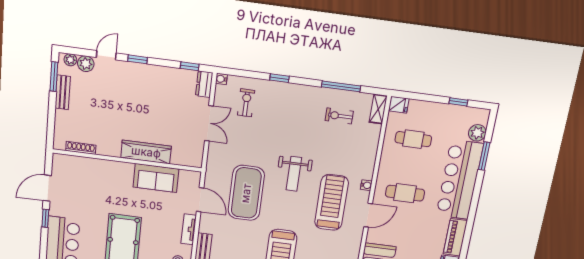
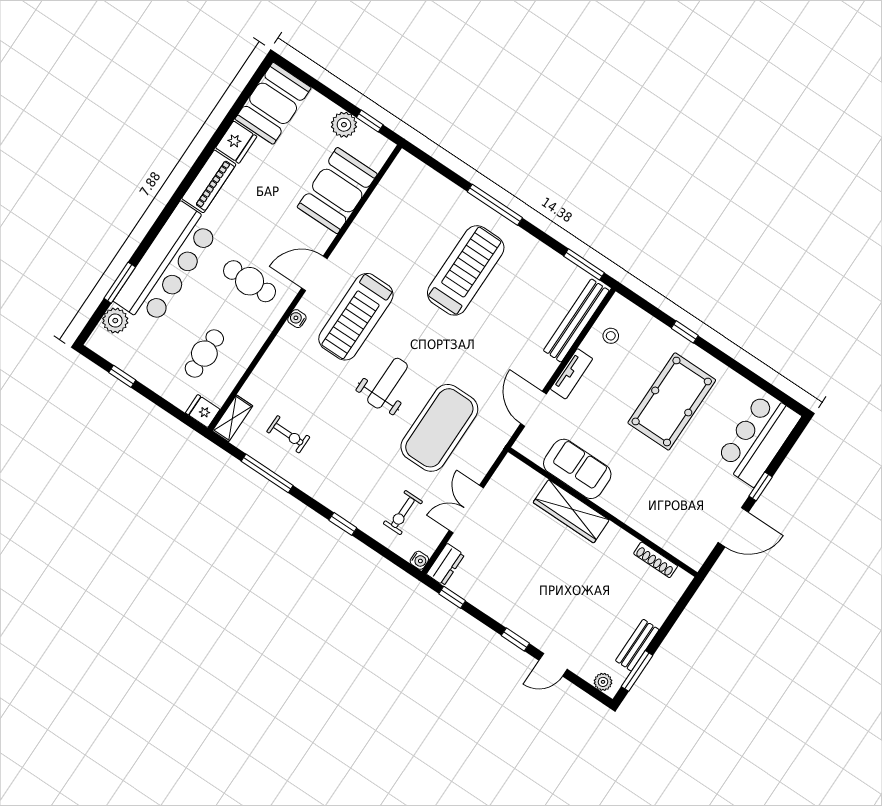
plant: (86, 64) -> (586, 667), removed
cafe table: (413, 139) -> (204, 354), turned 90
exercise mat: (246, 193) -> (439, 428), moved

